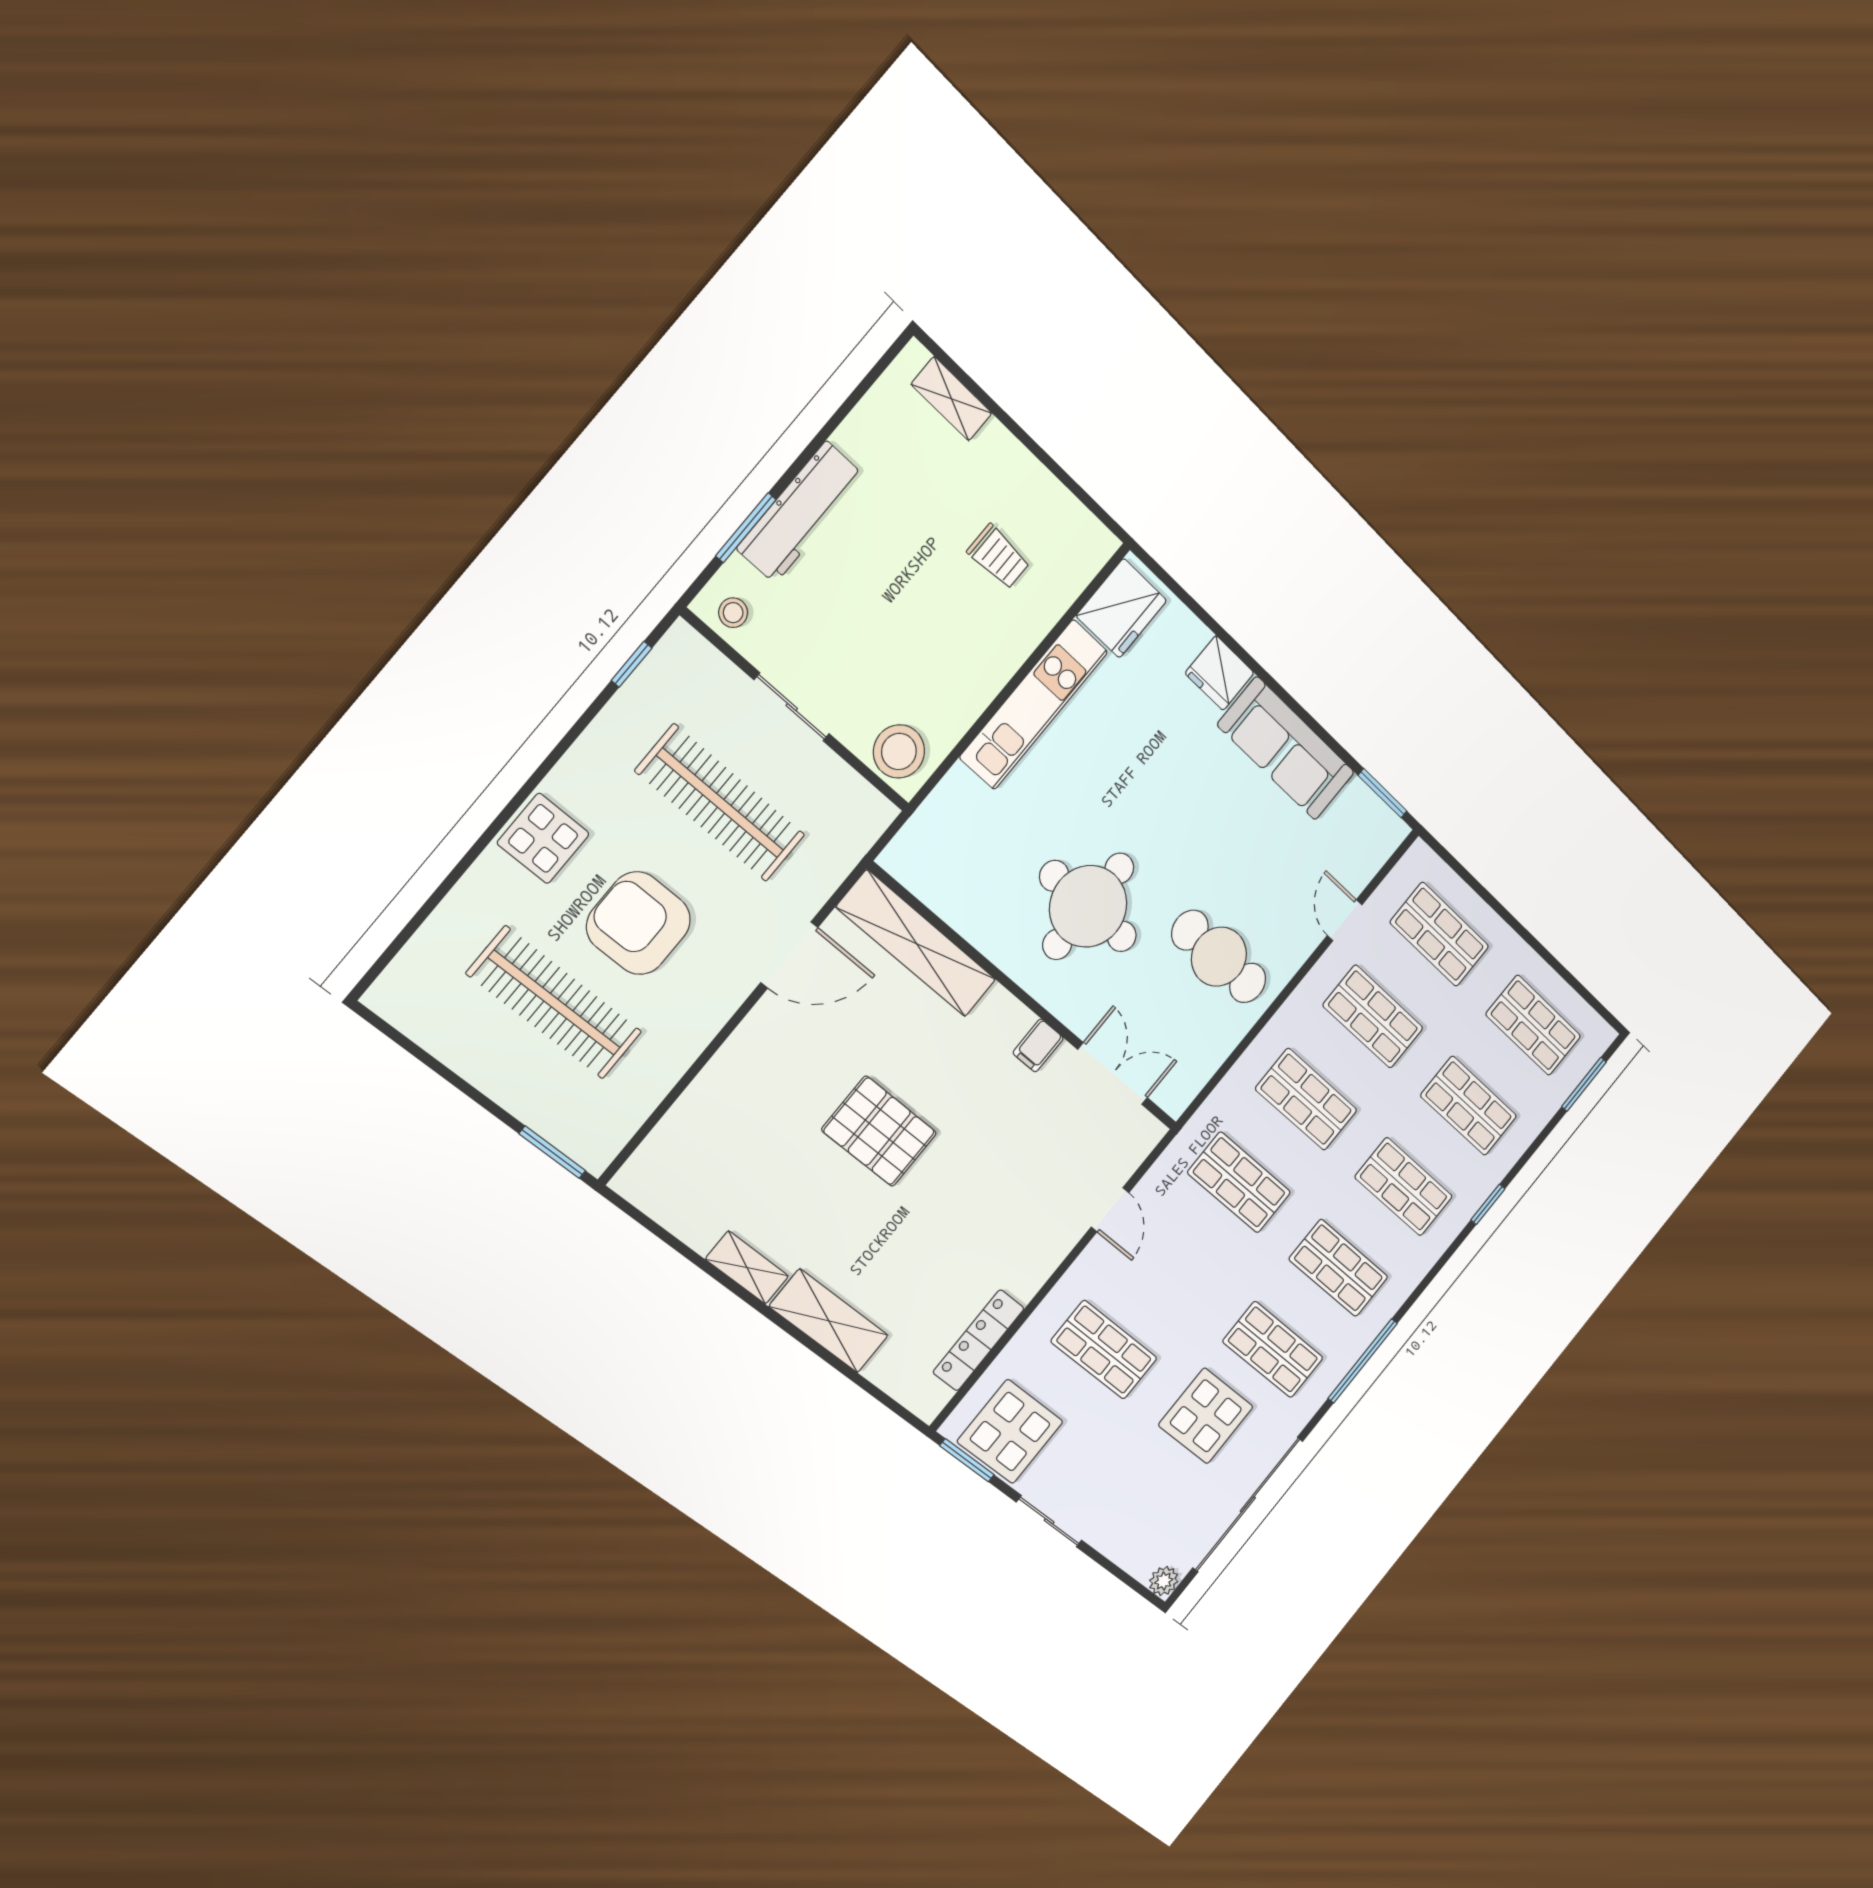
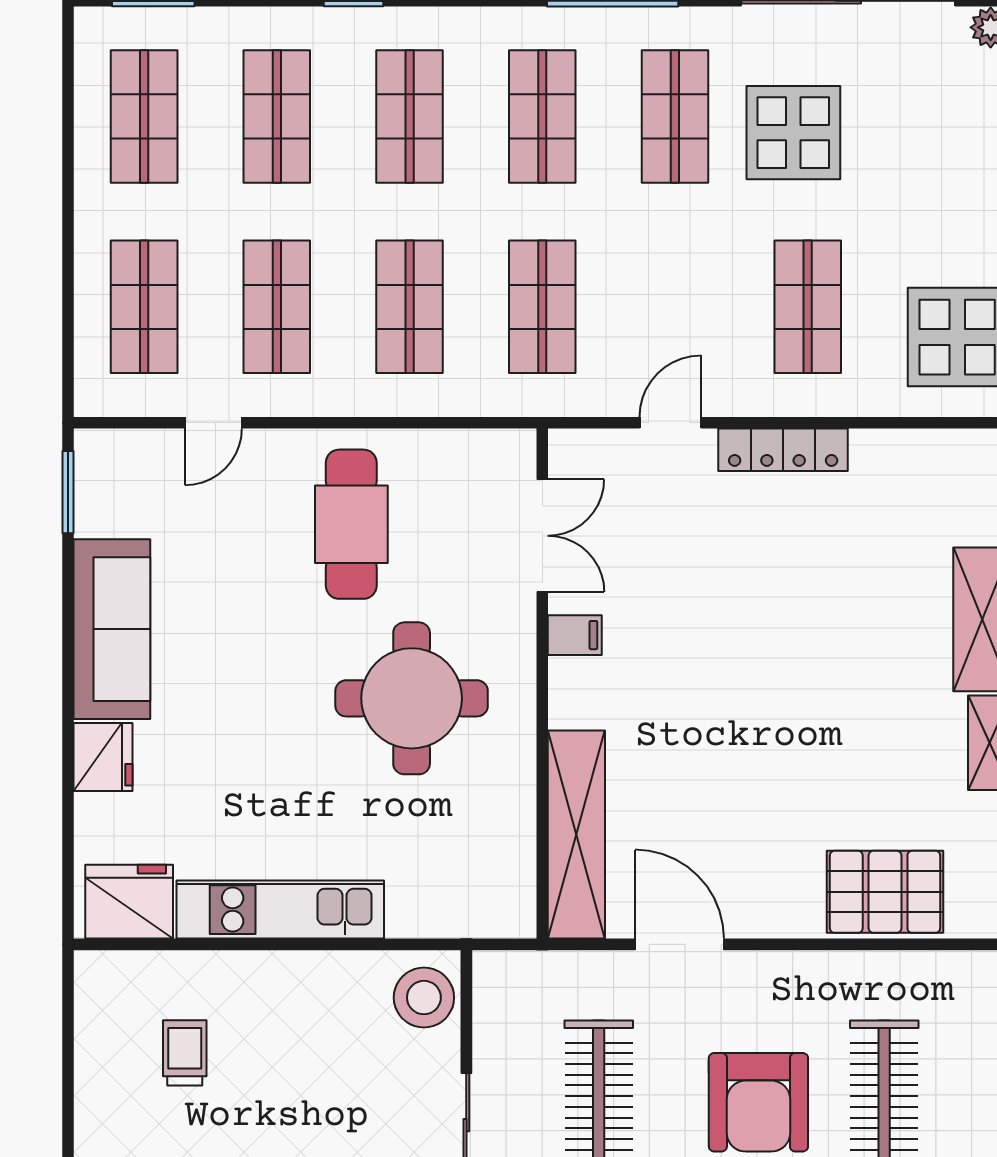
double door: (1113, 1074) -> (542, 536), swing flipped
pallet: (879, 1131) -> (885, 892), moved, turned 90
locker: (979, 1340) -> (783, 450), moved

